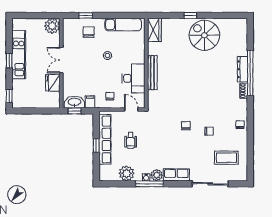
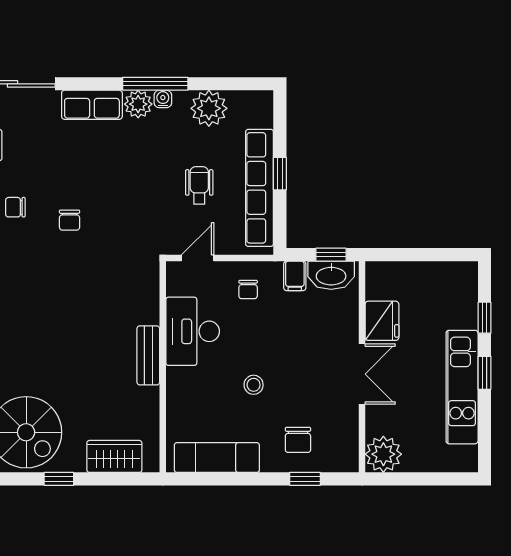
wardrobe: (154, 30) -> (114, 456), moved, turned 90
bench: (152, 73) -> (148, 355), width x0.73
window: (9, 96) -> (484, 318), moved
door: (131, 110) -> (198, 258), swing flipped

